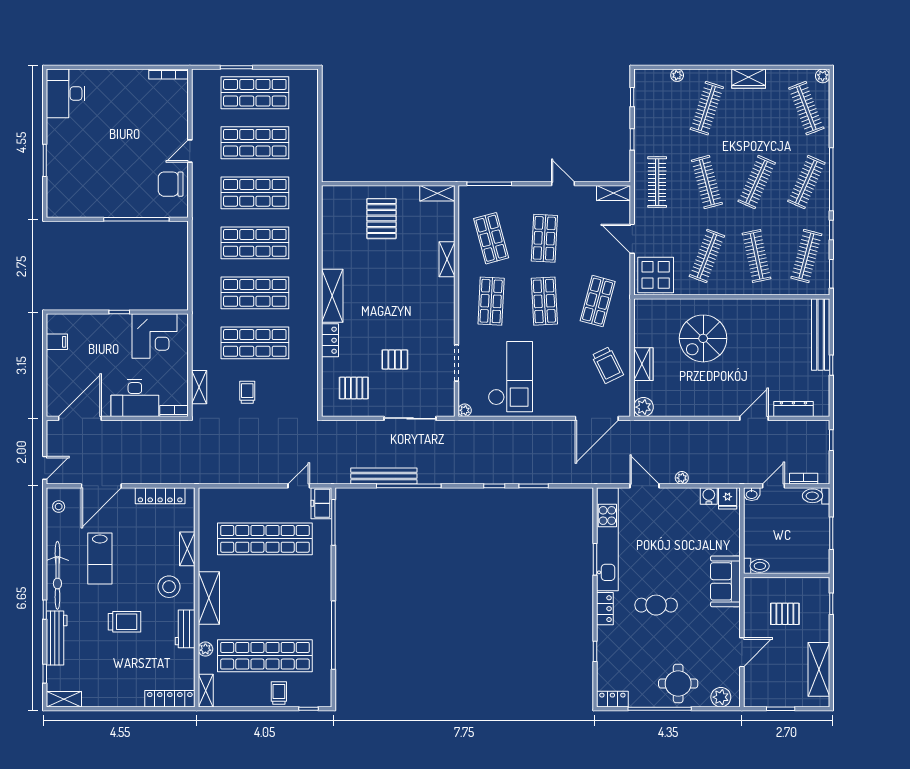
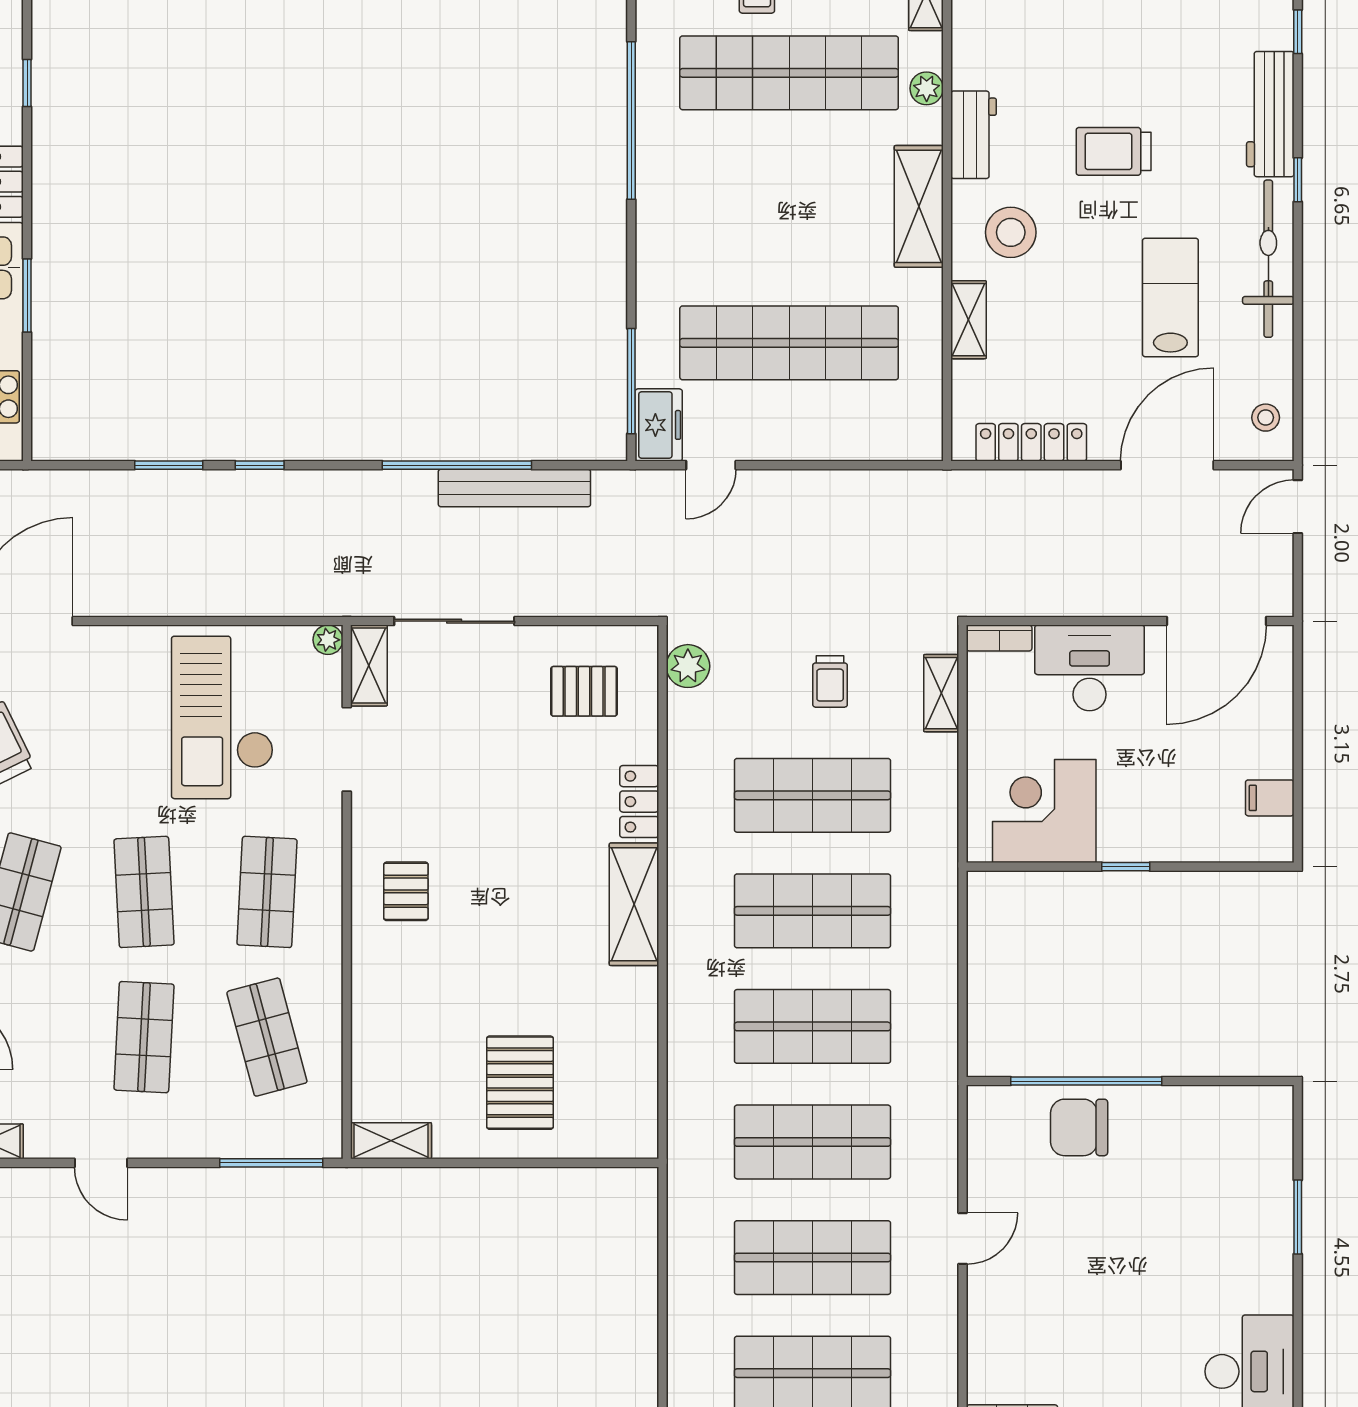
chair: (171, 184) -> (1079, 1127), moved, turned 180
shelving: (447, 259) -> (369, 666), moved
pallet: (395, 359) -> (406, 891), moved, turned 90
plant: (309, 399) -> (688, 666), added

